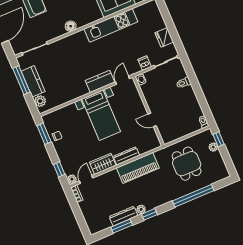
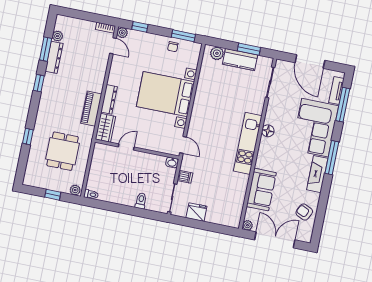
kitchen unit: (111, 25) -> (248, 143), moved
window: (21, 80) -> (249, 49), width x0.69
kitchen counter: (100, 81) -> (197, 123), removed
bed with nightstands: (101, 115) -> (165, 94), width x1.36
window: (219, 139) -> (53, 195), moved
plant: (213, 147) -> (75, 190), moved
wardrobe: (103, 164) -> (105, 128), moved
dining table: (187, 164) -> (63, 151), turned 90
piano: (138, 168) -> (91, 109), width x0.73, depth x0.75
window: (193, 196) -> (28, 137), width x0.32
plant: (141, 209) -> (57, 36), moved

